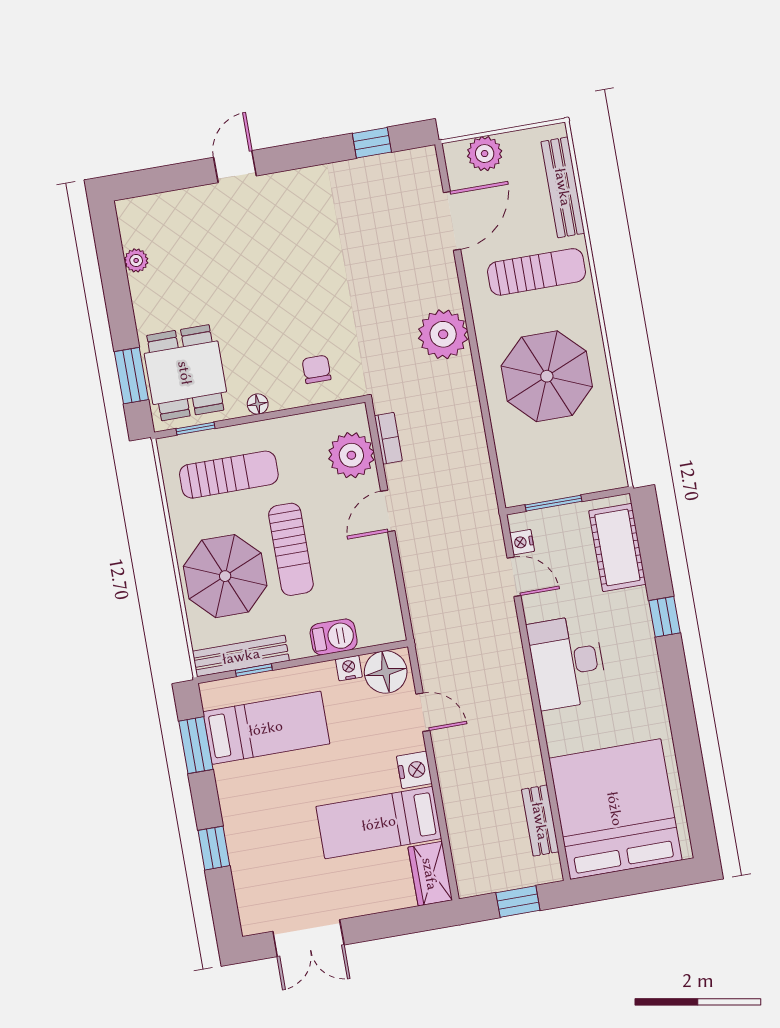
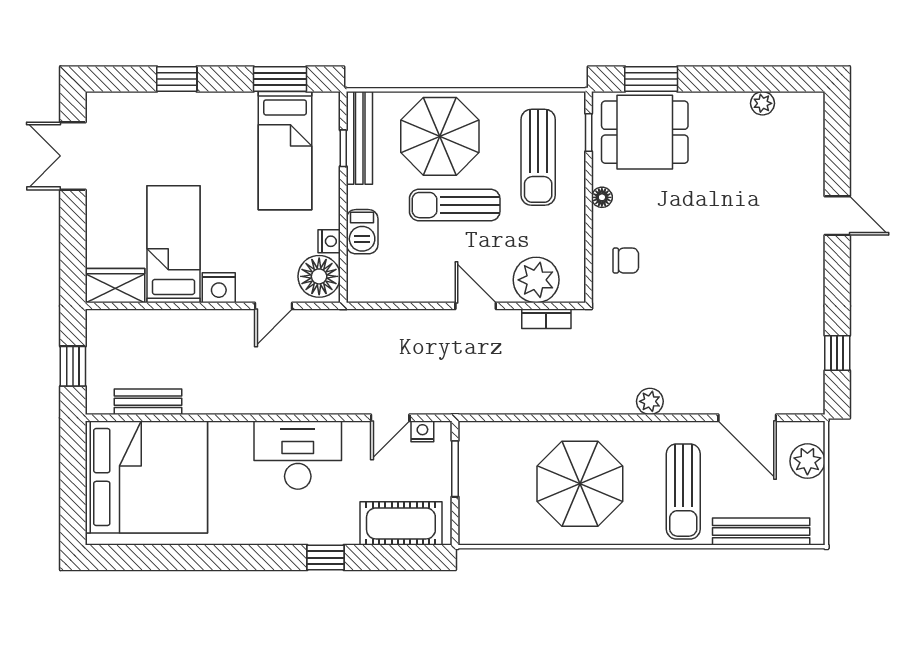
plant: (443, 334) -> (650, 401), width x0.53, depth x0.53

